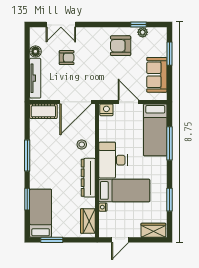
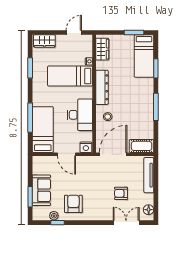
armchair: (121, 46) -> (73, 204), turned -90
floor lamp: (35, 51) -> (149, 210), moved
sofa: (157, 75) -> (41, 190), moved
desk: (113, 160) -> (80, 115), moved

